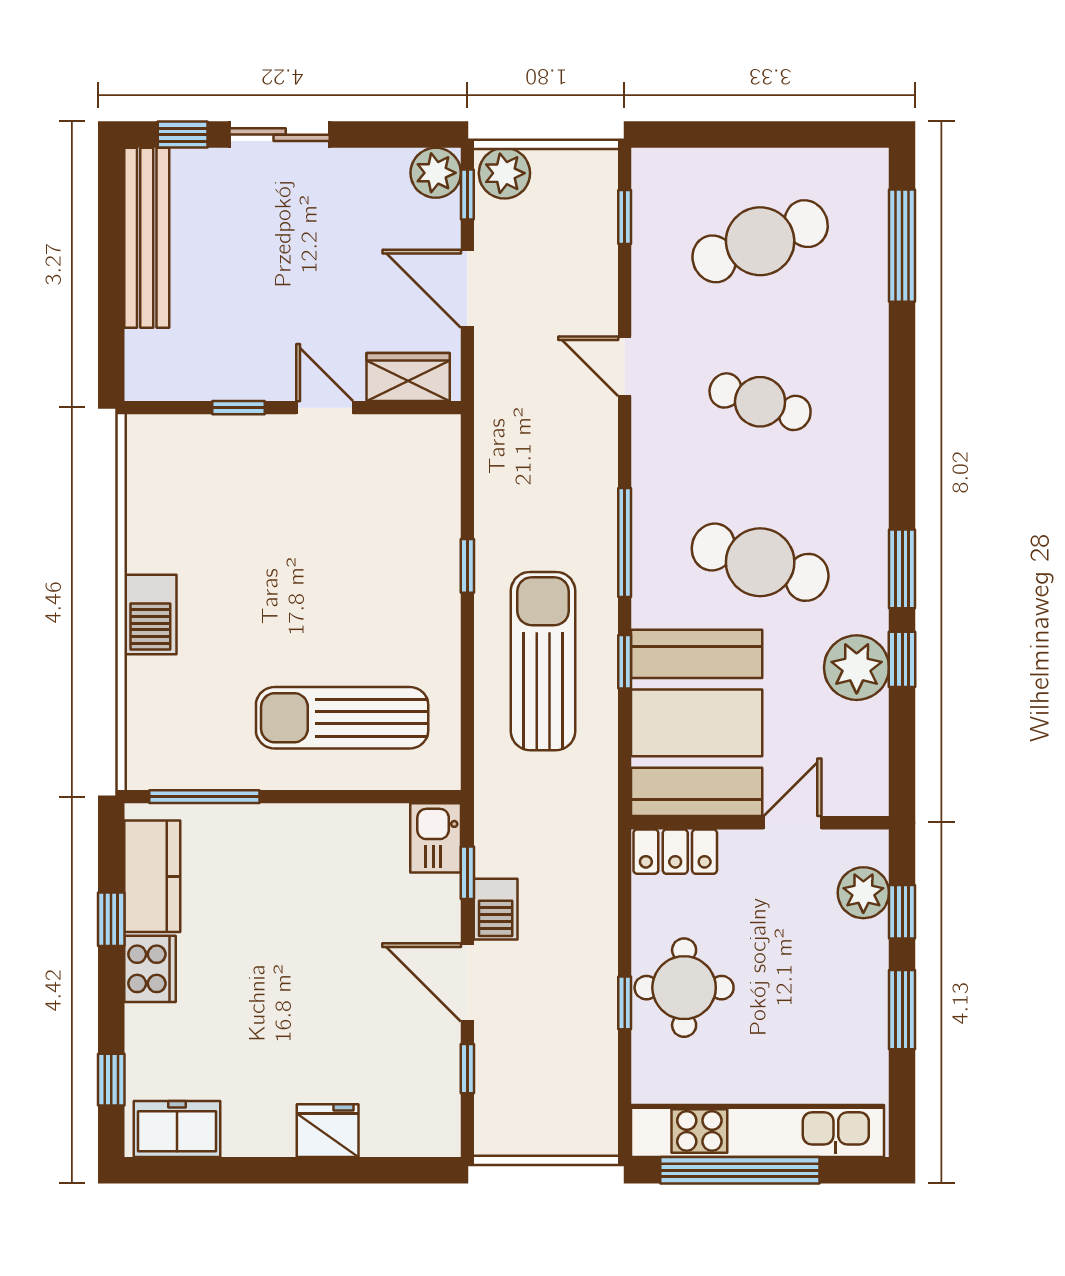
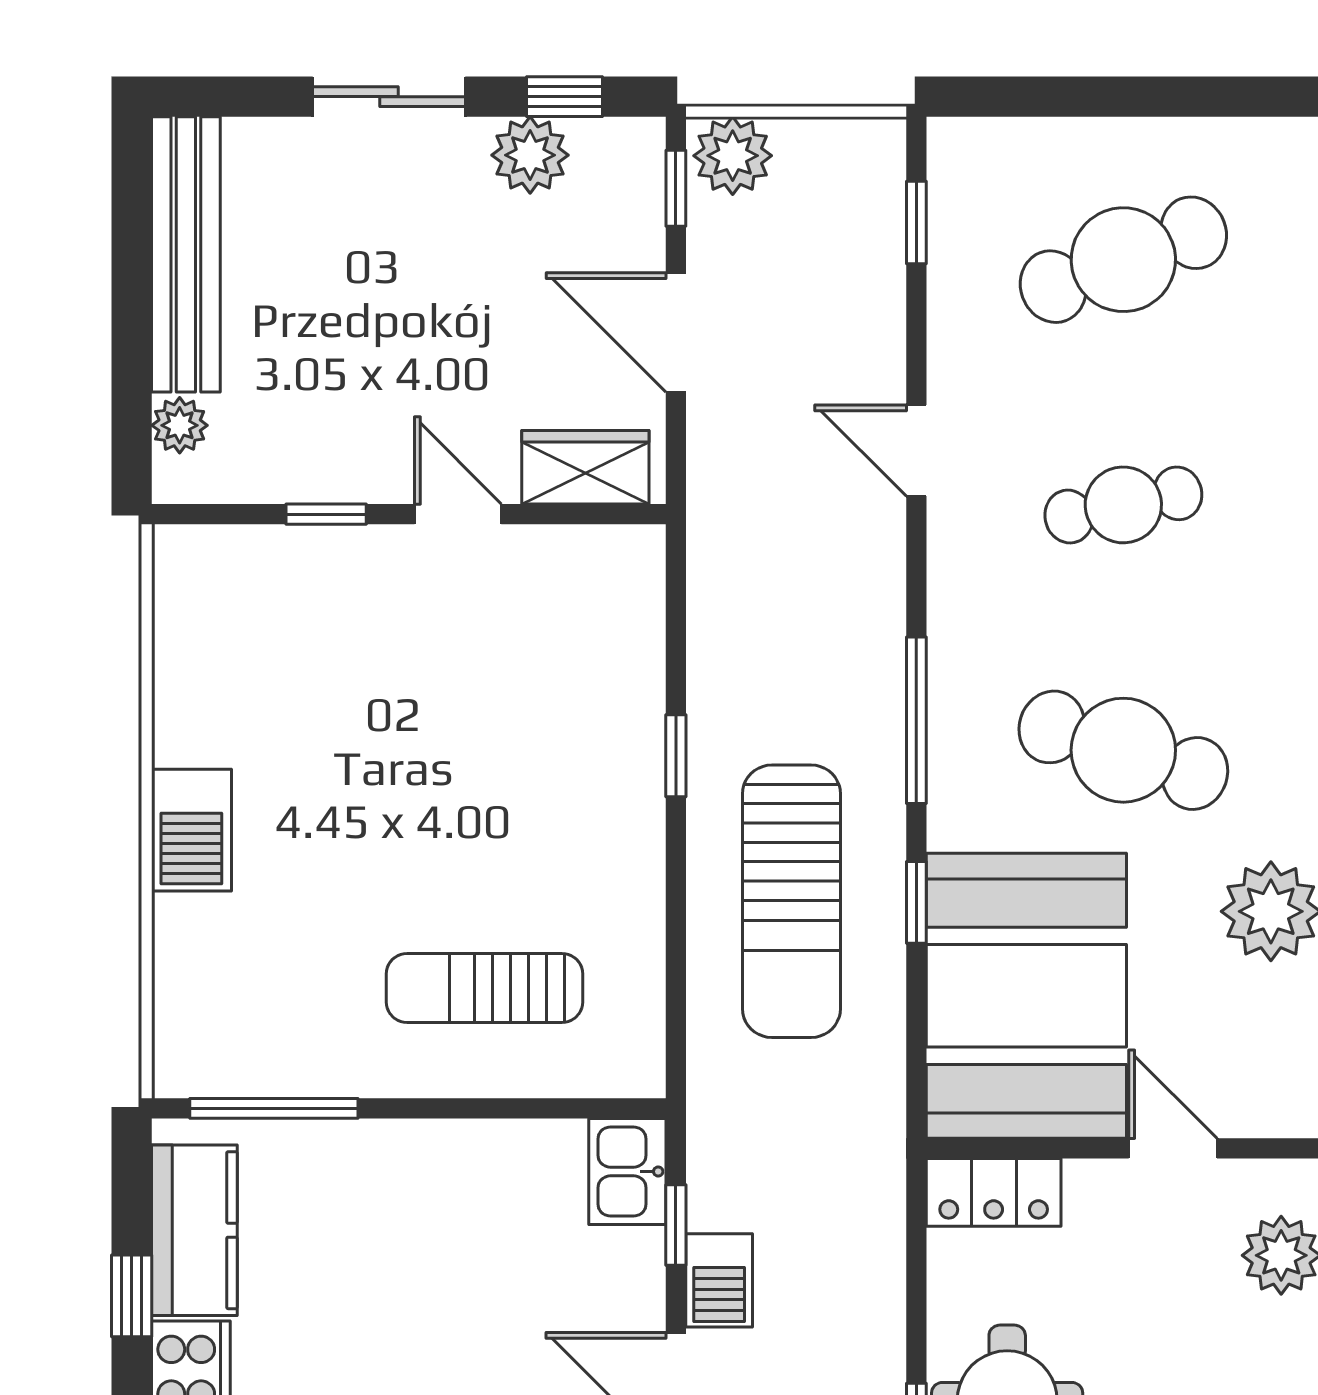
window: (183, 135) -> (564, 97), moved
plant: (436, 173) -> (530, 155), moved
plant: (143, 350) -> (180, 425), added
cafe table: (760, 402) -> (1123, 505), turned -30
sun lounger: (543, 661) -> (791, 901), turned 180
sun lounger: (342, 718) -> (485, 988), width x0.73, depth x0.75
door: (792, 823) -> (1173, 1148), hinge flipped

